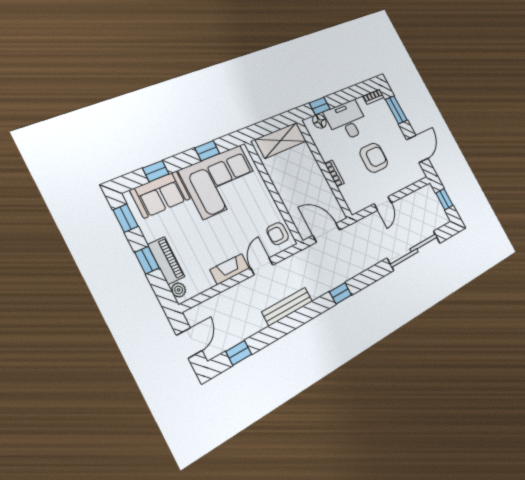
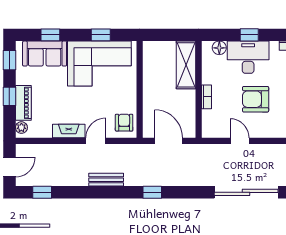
window: (320, 106) -> (249, 35), moved
shelving: (281, 140) -> (186, 65), moved, turned 90
armchair: (374, 158) -> (256, 99), turned 180
door: (383, 203) -> (240, 141), swing flipped
armchair: (278, 234) -> (124, 123), turned 90
bench: (287, 306) -> (106, 180), width x0.73

